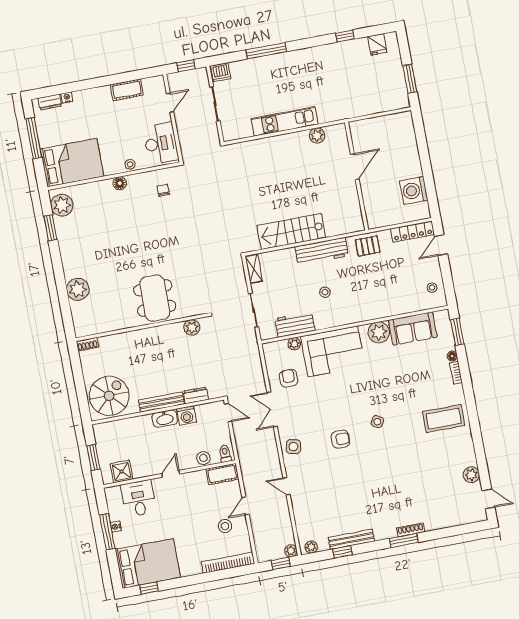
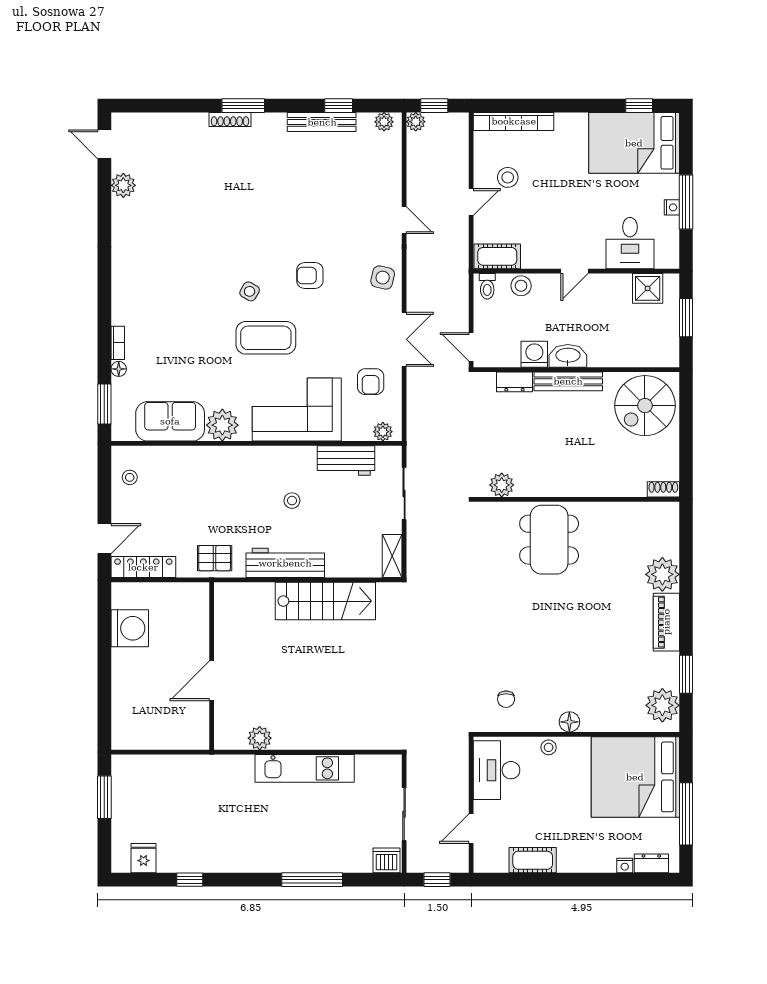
bed: (72, 163) -> (635, 777), width x1.36
piano: (69, 259) -> (666, 622), added
plant: (294, 344) -> (383, 432), moved
coffee table: (444, 419) -> (266, 338), moved

